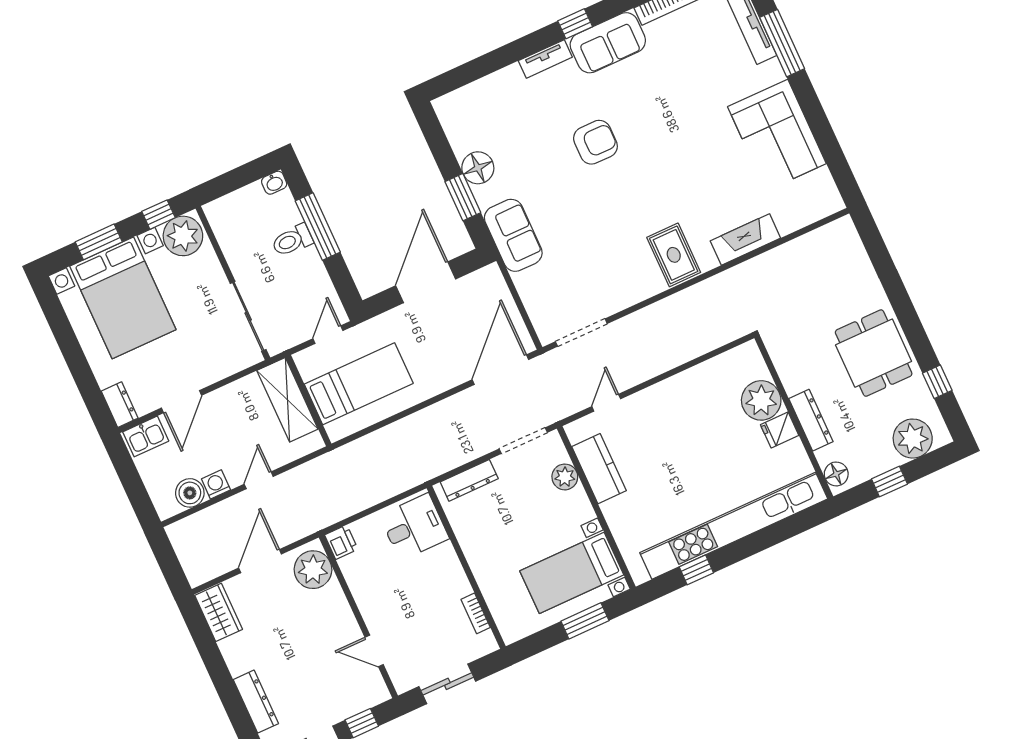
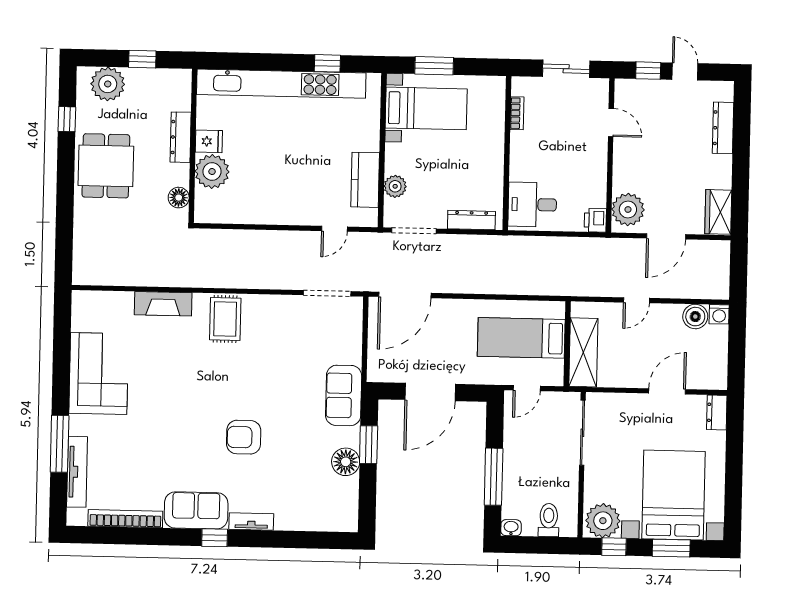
toilet: (292, 240) -> (549, 520), moved, turned -90
kitchen sink: (146, 436) -> (708, 378), removed
floor lamp: (836, 474) -> (179, 198), moved
washing machine: (216, 484) -> (719, 314), moved

